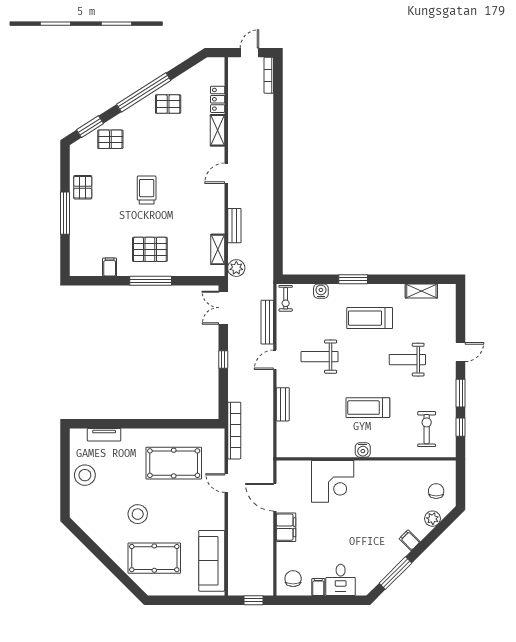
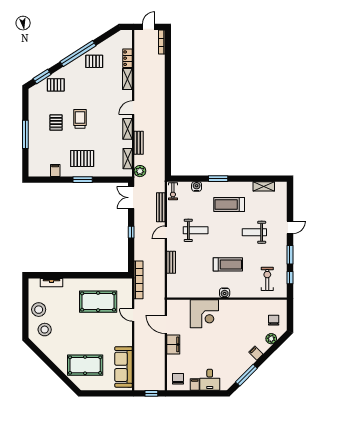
pallet: (83, 187) -> (56, 123), moved
shelving: (218, 205) -> (127, 129), added
window: (151, 281) -> (83, 180), width x0.69
weight bench: (320, 357) -> (196, 230), turned 180
treadmill: (368, 408) -> (228, 264), turned 180
stool: (138, 514) -> (45, 330), moved

